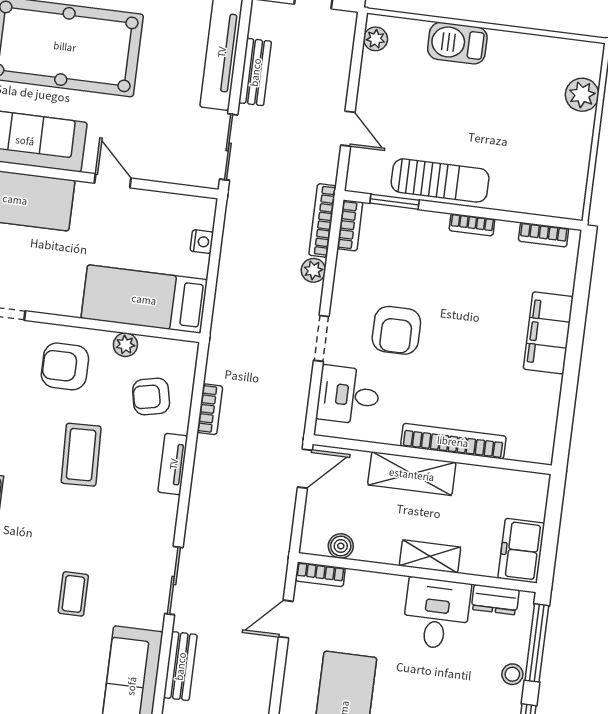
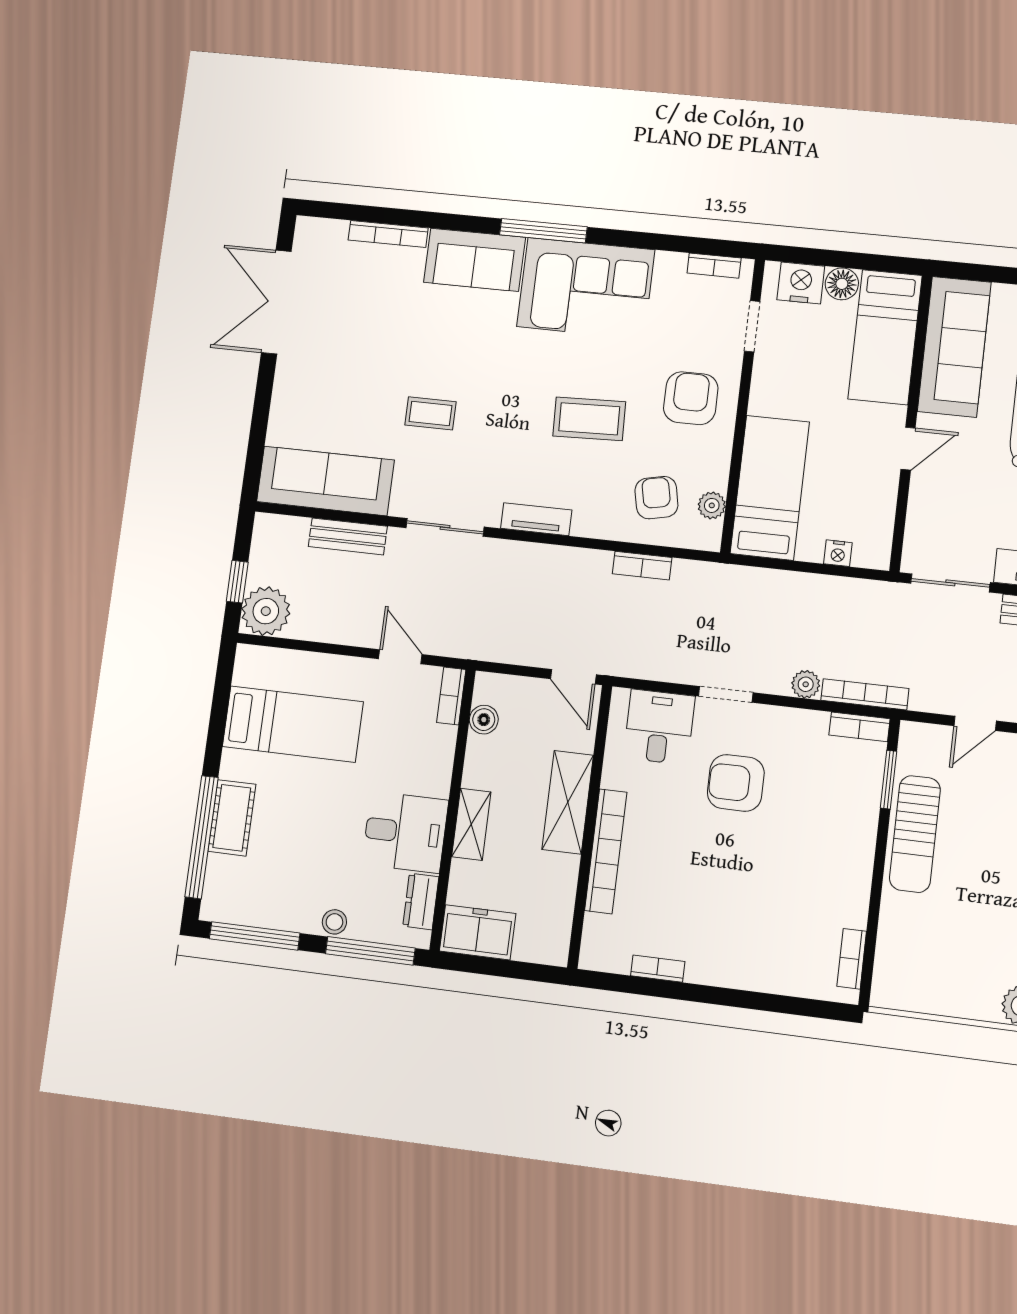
bookcase: (472, 225) -> (658, 969), moved, turned 90
filing cabinet: (548, 333) -> (734, 964), removed
plant: (125, 345) -> (712, 505), moved
tv unit: (173, 464) -> (536, 519), moved

